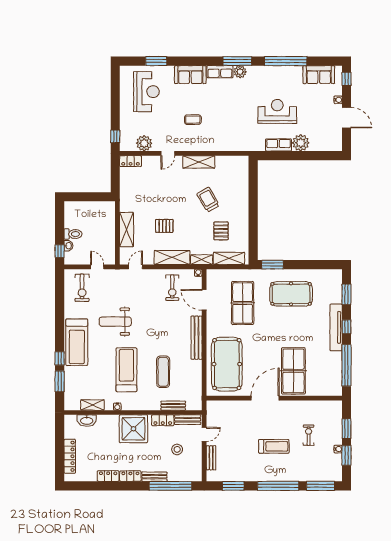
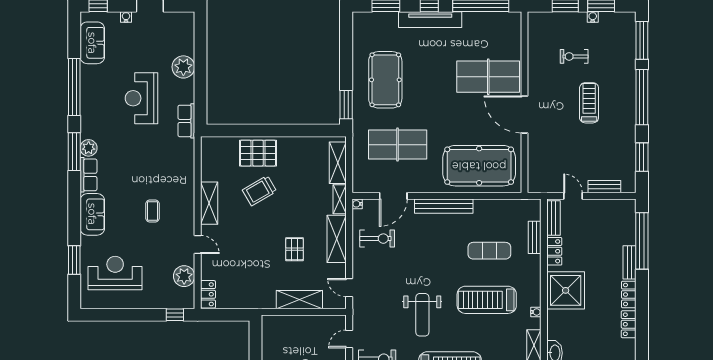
row of seats: (278, 145) -> (186, 121), moved
pallet: (221, 231) -> (258, 153), moved, width x1.50, depth x1.42
stool: (177, 449) -> (593, 232), removed

